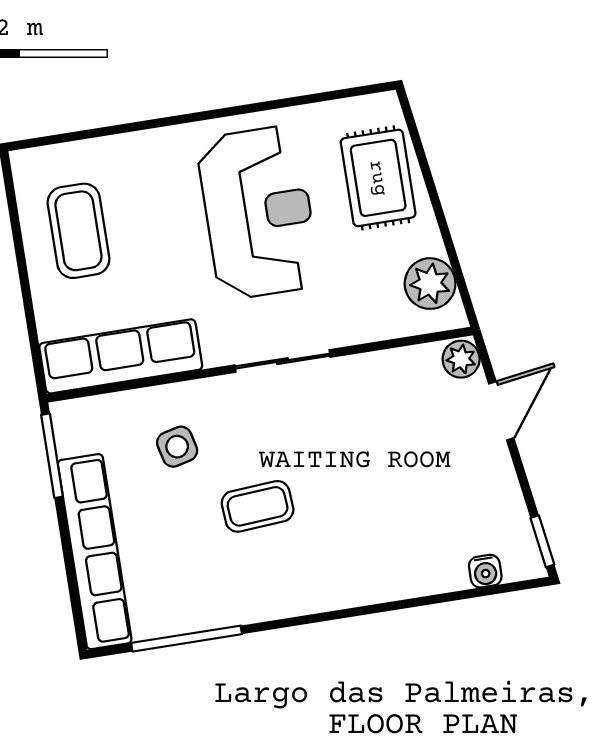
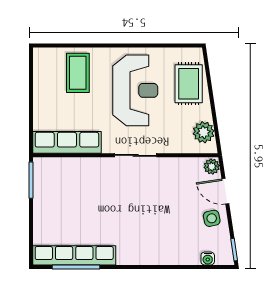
coffee table: (78, 231) -> (78, 73), moved
door: (501, 411) -> (225, 191), swing flipped
side table: (177, 447) -> (212, 218), moved
coffee table: (258, 506) -> (115, 216), removed
row of seats: (95, 552) -> (74, 255), moved, turned -90

